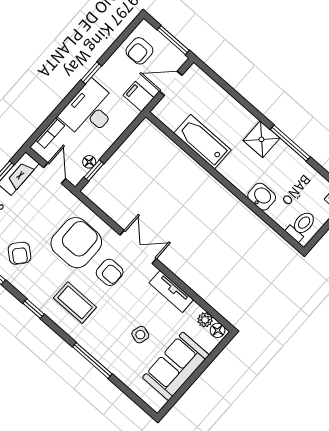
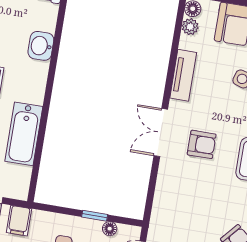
window: (94, 171) -> (95, 216), moved
armchair: (76, 243) -> (193, 193), removed
armchair: (110, 272) -> (202, 144), turned 90

